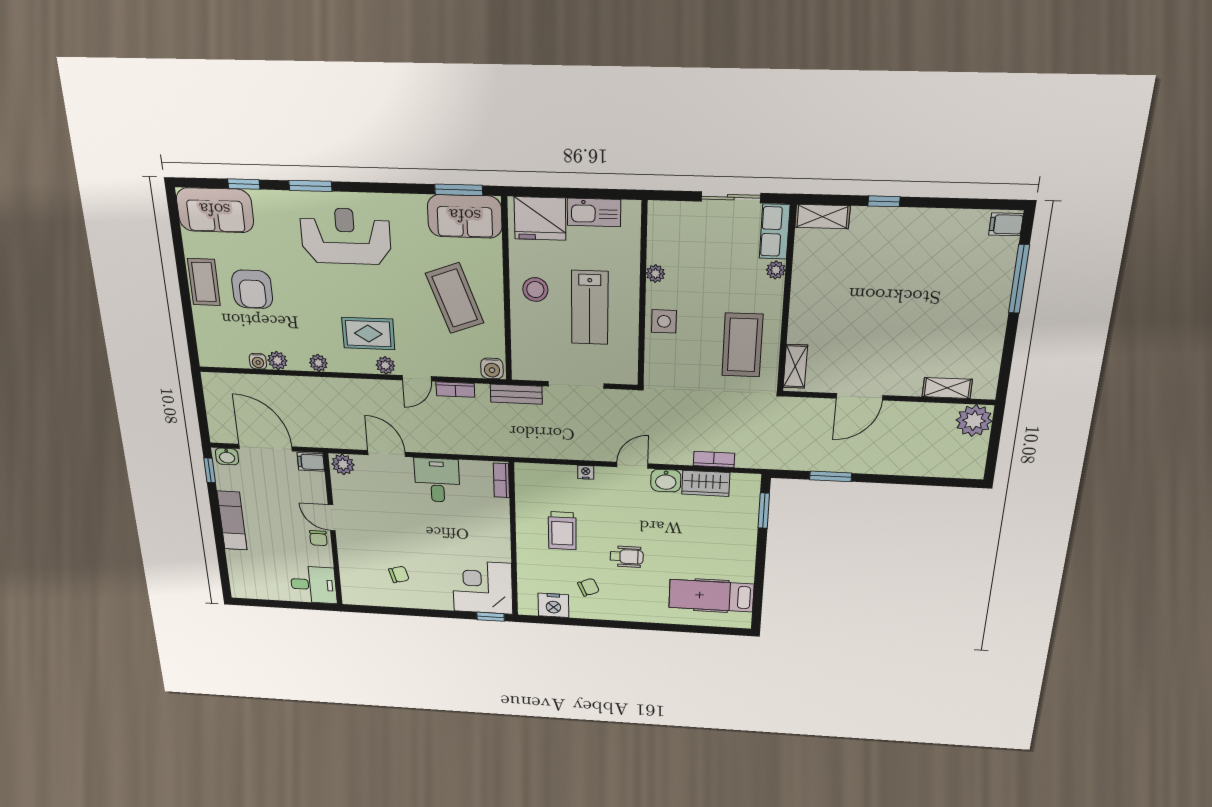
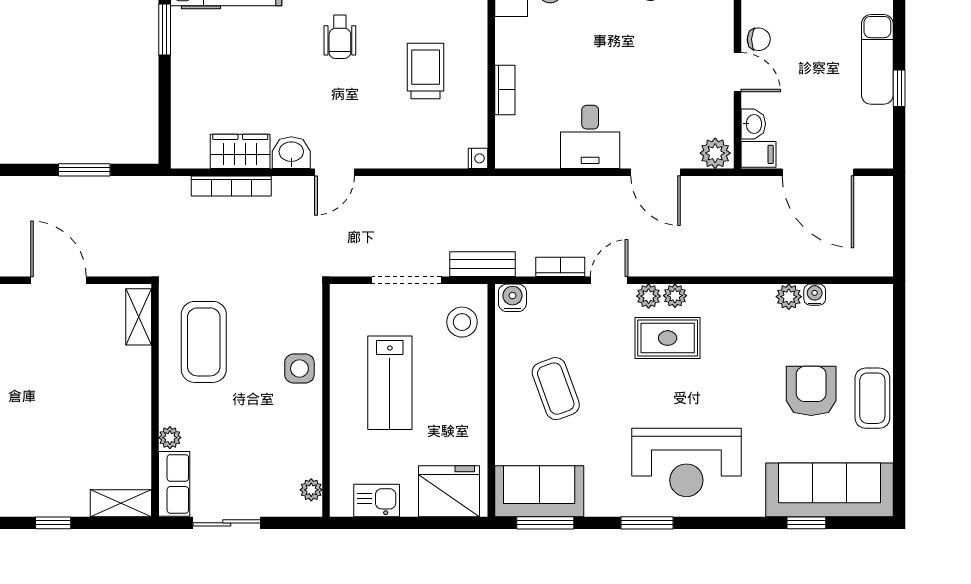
window: (310, 186) -> (647, 523), moved
sofa: (215, 210) -> (829, 490), width x1.36
kitchen sink: (594, 212) -> (377, 500), width x0.73
plant: (655, 274) -> (311, 490), moved
stool: (535, 290) -> (462, 322), moved
coffee table: (455, 298) -> (556, 389), width x0.73, depth x0.76
lab bench: (590, 308) -> (390, 383), turned 180
plant: (318, 363) -> (675, 296), moved
door: (859, 397) -> (59, 280), hinge flipped
washbasin: (227, 457) -> (753, 124), moved, turned 90
bookcase: (714, 459) -> (231, 186), width x1.56
window: (210, 470) -> (899, 88), moved
nightstand: (586, 472) -> (478, 158), moved, turned -90
bookcase: (501, 480) -> (505, 90), moved
window: (764, 511) -> (165, 29), moved
chair: (318, 538) -> (759, 39), turned 92
wheelchair: (627, 557) -> (340, 37), turned -90

